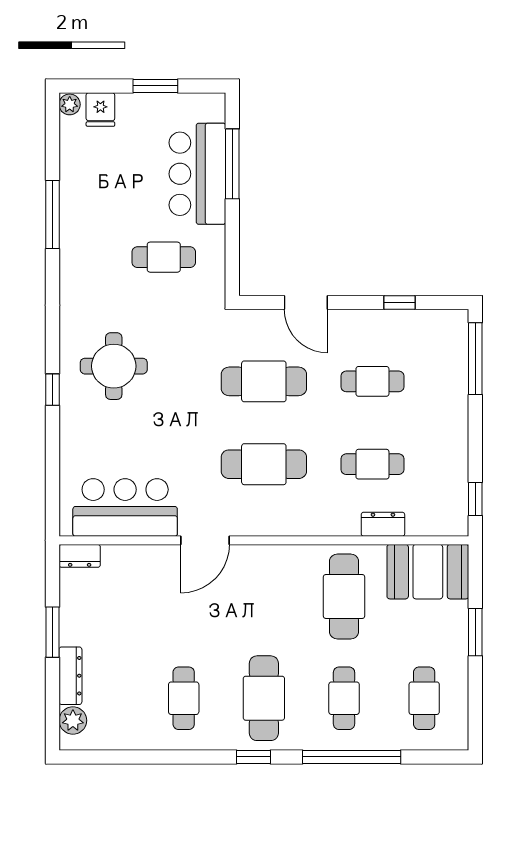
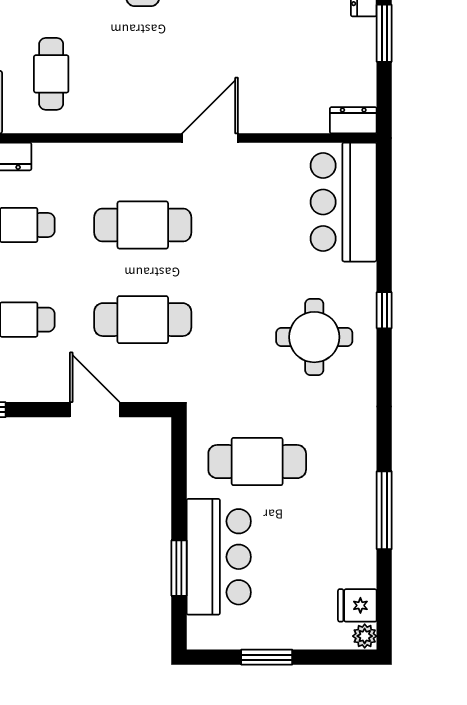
fridge: (100, 109) -> (357, 605), moved, turned -90
window: (232, 164) -> (179, 568), width x0.69
cafe table: (164, 257) -> (257, 462), width x1.37, depth x1.35
bar counter: (125, 507) -> (344, 202), moved, turned 90
cafe table: (344, 596) -> (51, 74), width x0.73, depth x0.74

